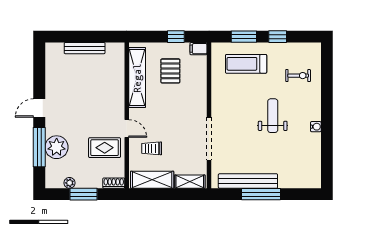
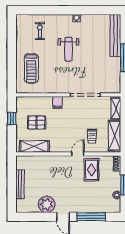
window: (244, 37) -> (12, 70), removed
window: (278, 37) -> (12, 46), removed
filing cabinet: (198, 49) -> (57, 102), moved
shelving: (137, 78) -> (34, 146), width x0.68
weight bench: (273, 116) -> (69, 49), turned -90
plant: (57, 147) -> (47, 204), moved
bench: (248, 181) -> (115, 36), moved

